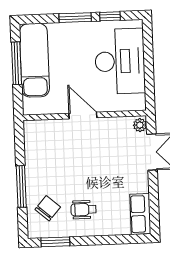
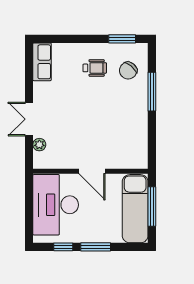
door: (83, 115) -> (92, 171), moved
wall: (85, 115) -> (90, 171), moved

